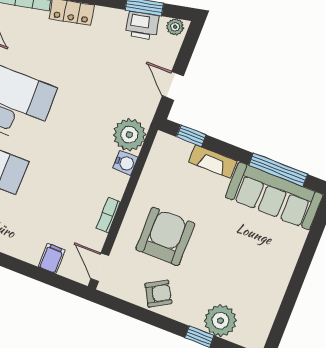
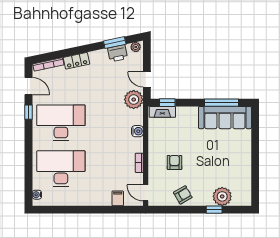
plant: (129, 135) -> (134, 100), moved
fireplace: (213, 161) -> (162, 112), moved
armchair: (165, 236) -> (175, 162), width x0.53, depth x0.53

